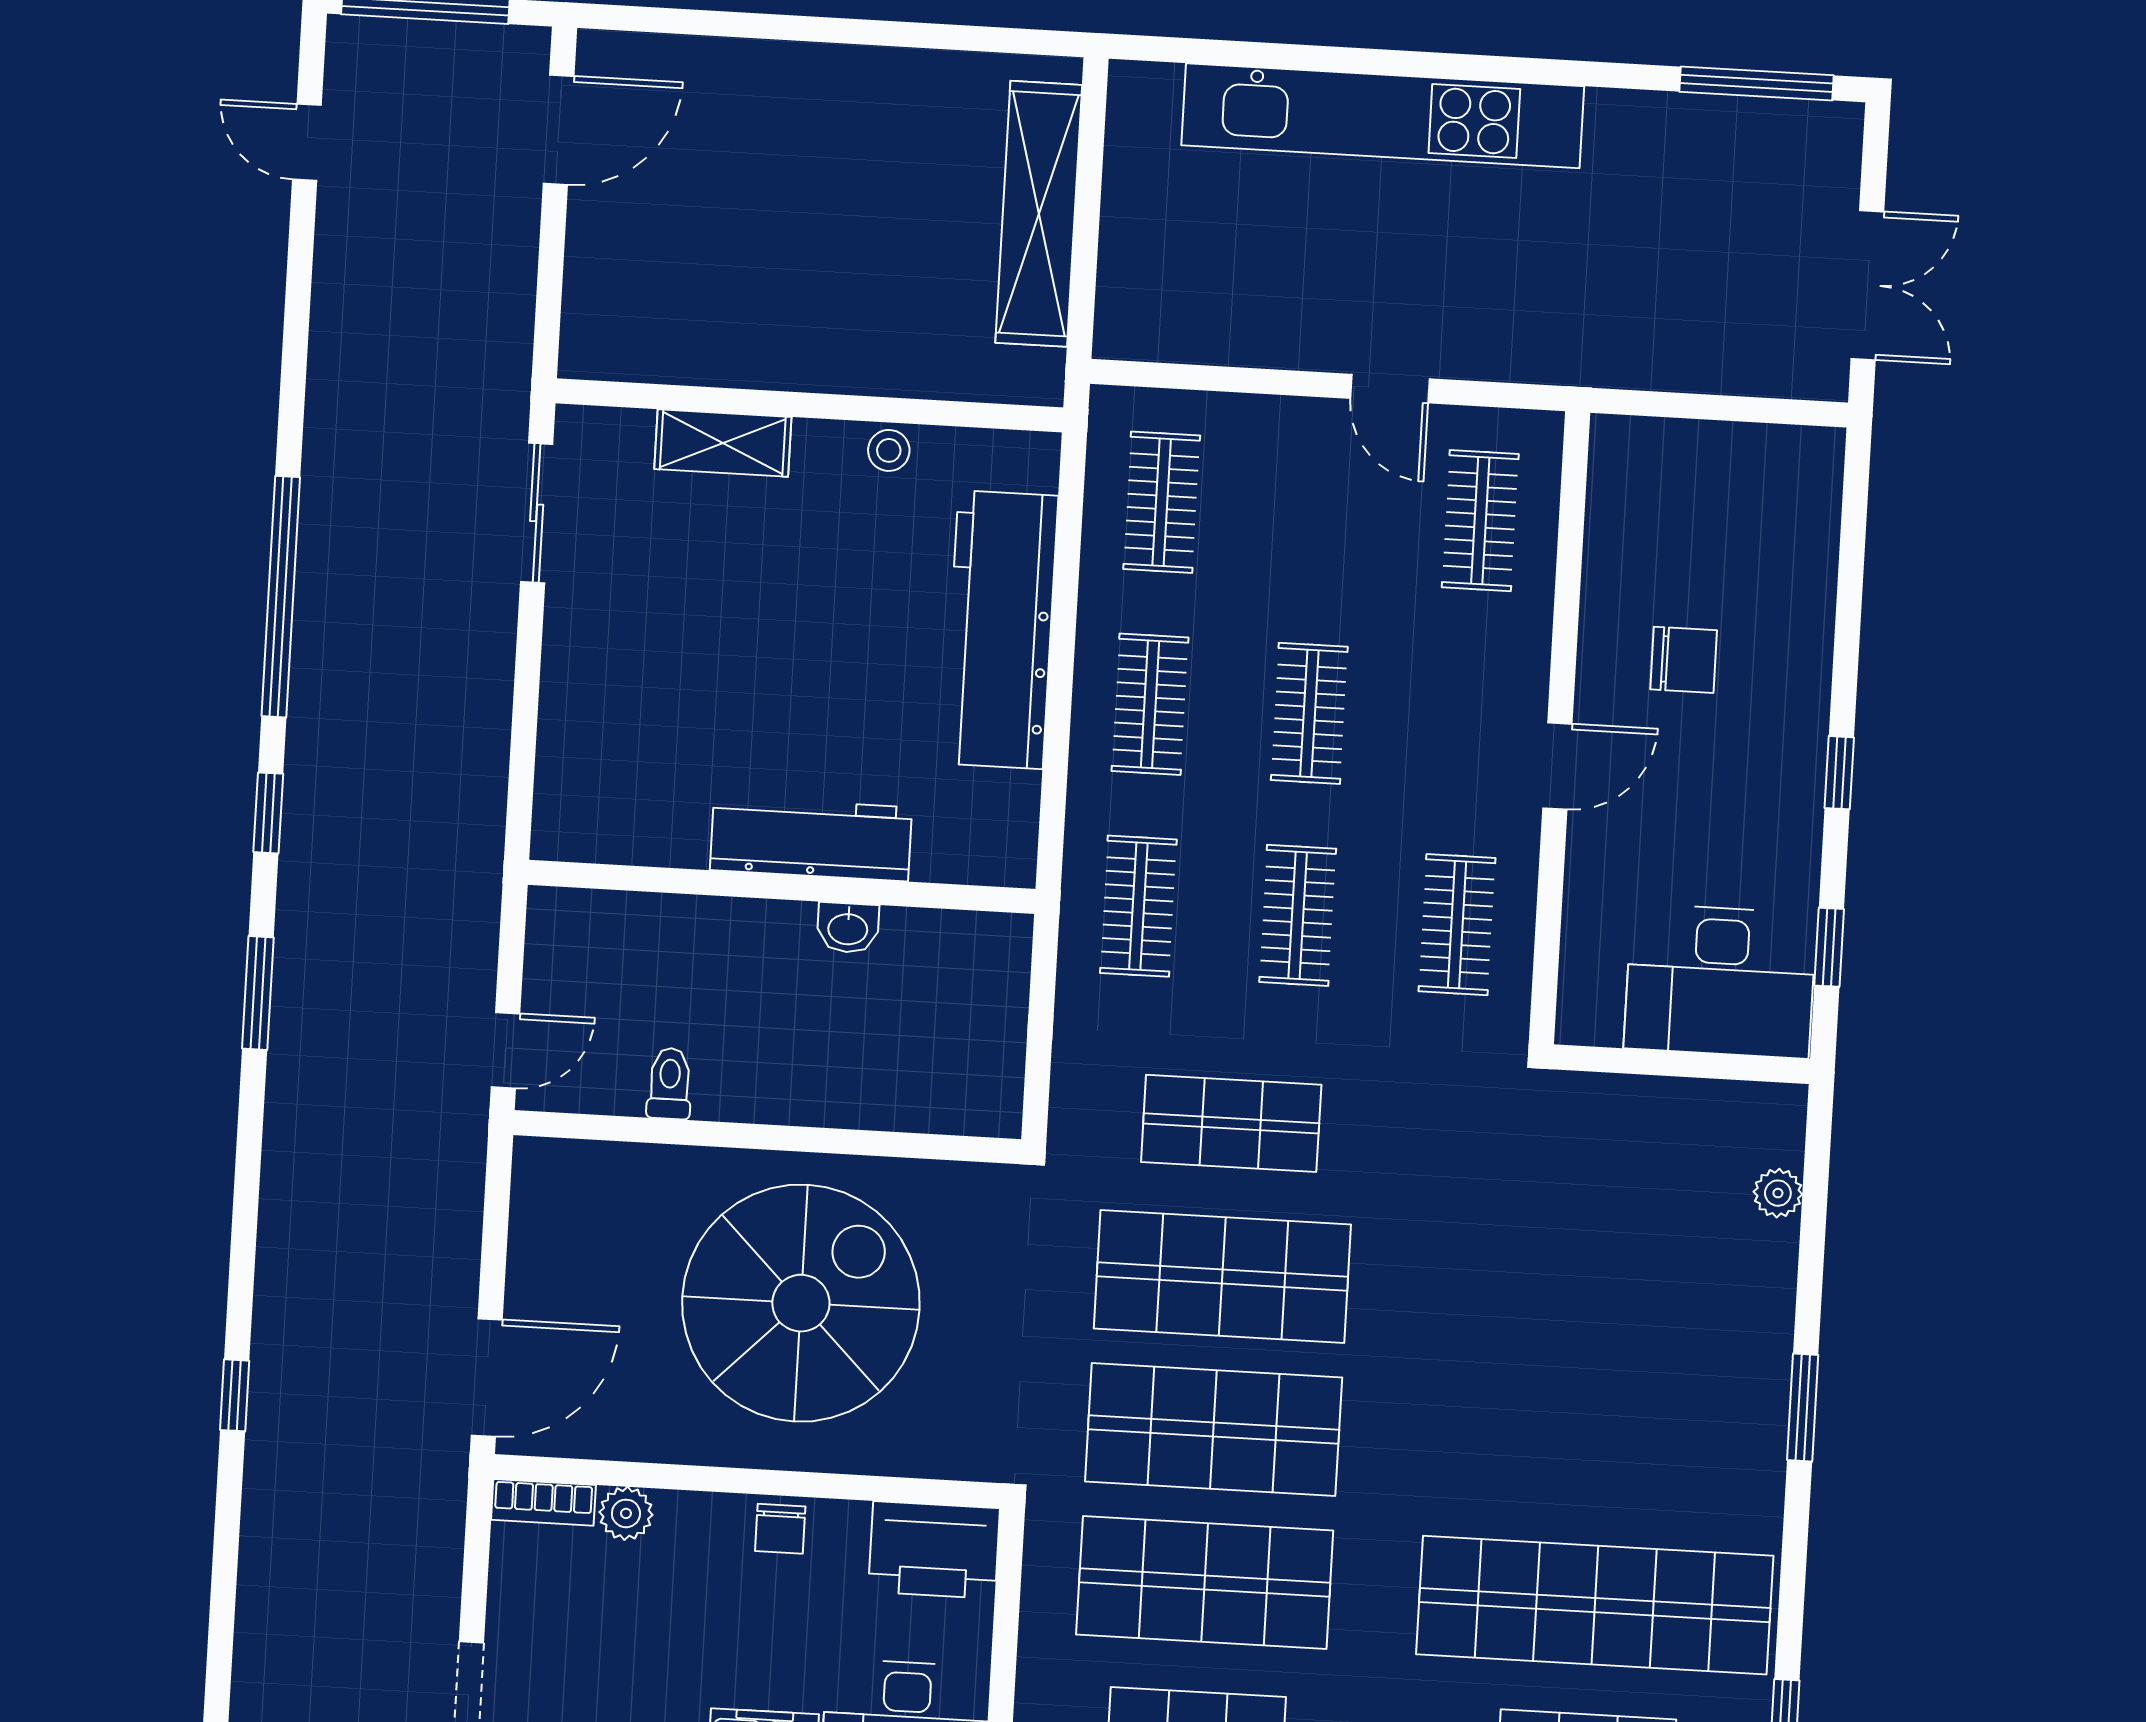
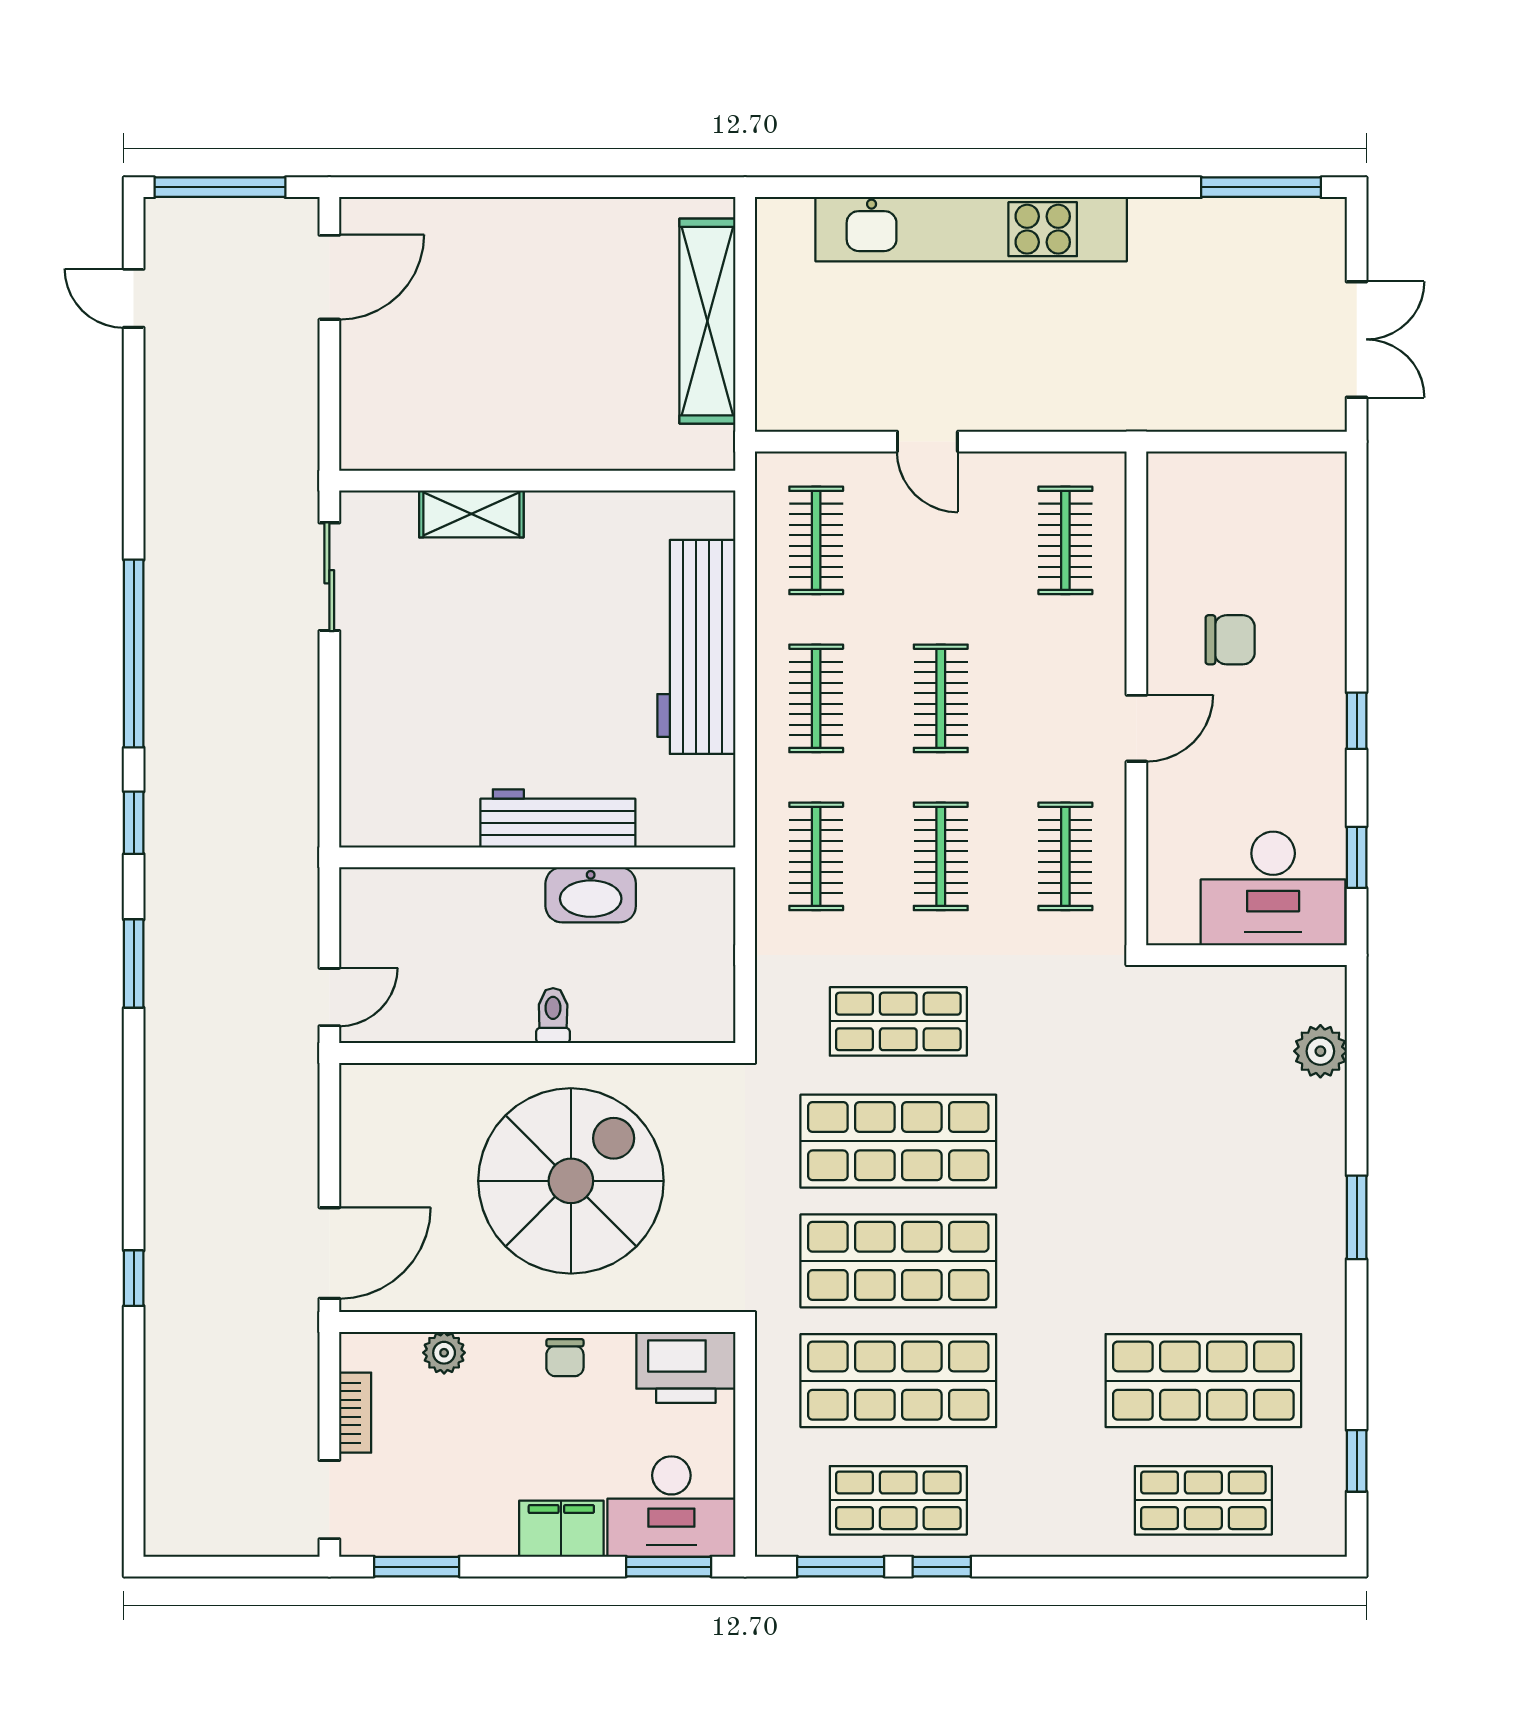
door: (1390, 389) -> (927, 442), moved
stool: (889, 450) -> (601, 512), removed
washbasin: (848, 928) -> (591, 895), width x1.91, depth x1.45
toilet: (670, 1084) -> (553, 1016), moved
plant: (1778, 1193) -> (1320, 1051), width x1.38, depth x1.38
bookcase: (543, 1502) -> (355, 1413), moved, turned -90
shop shelf: (1595, 1605) -> (1203, 1381), width x0.71

